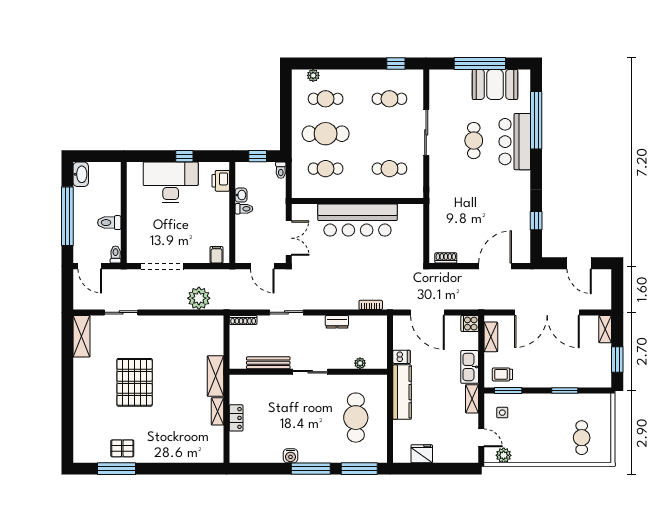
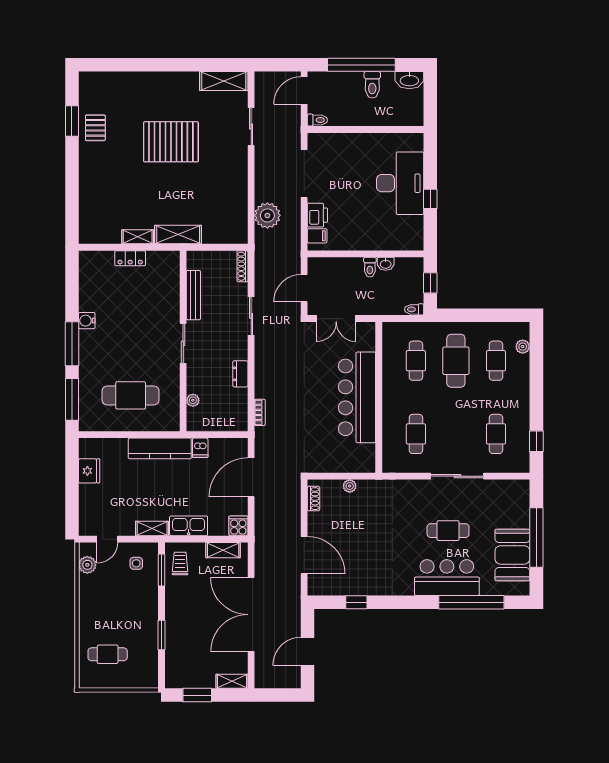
printer: (221, 181) -> (317, 215), moved, turned 90
toilet: (109, 223) -> (372, 85), moved, turned 180
plant: (435, 226) -> (350, 486), added
window: (116, 469) -> (72, 121), width x0.69

